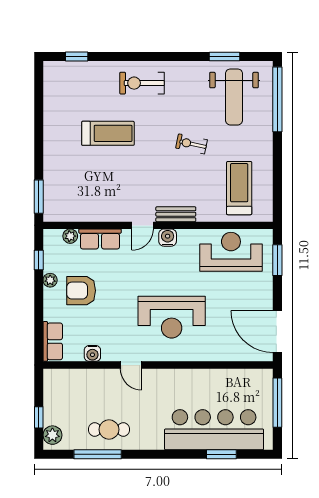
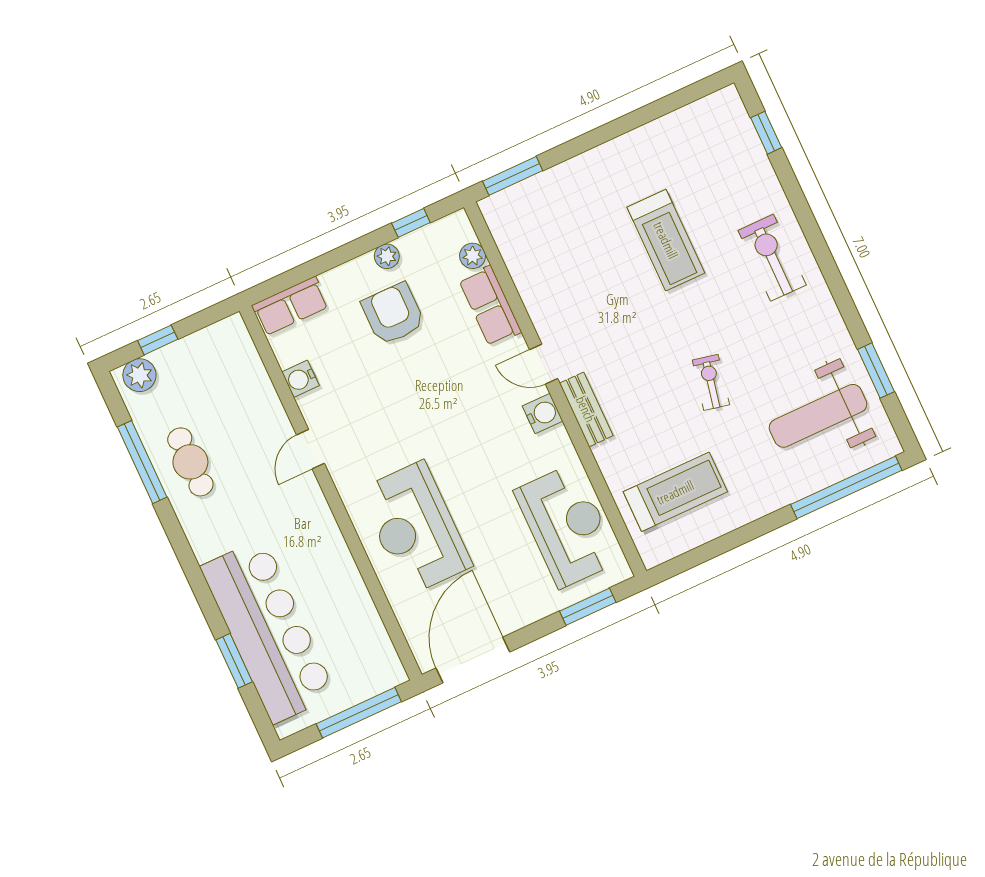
reception desk: (172, 317) -> (415, 528), moved

